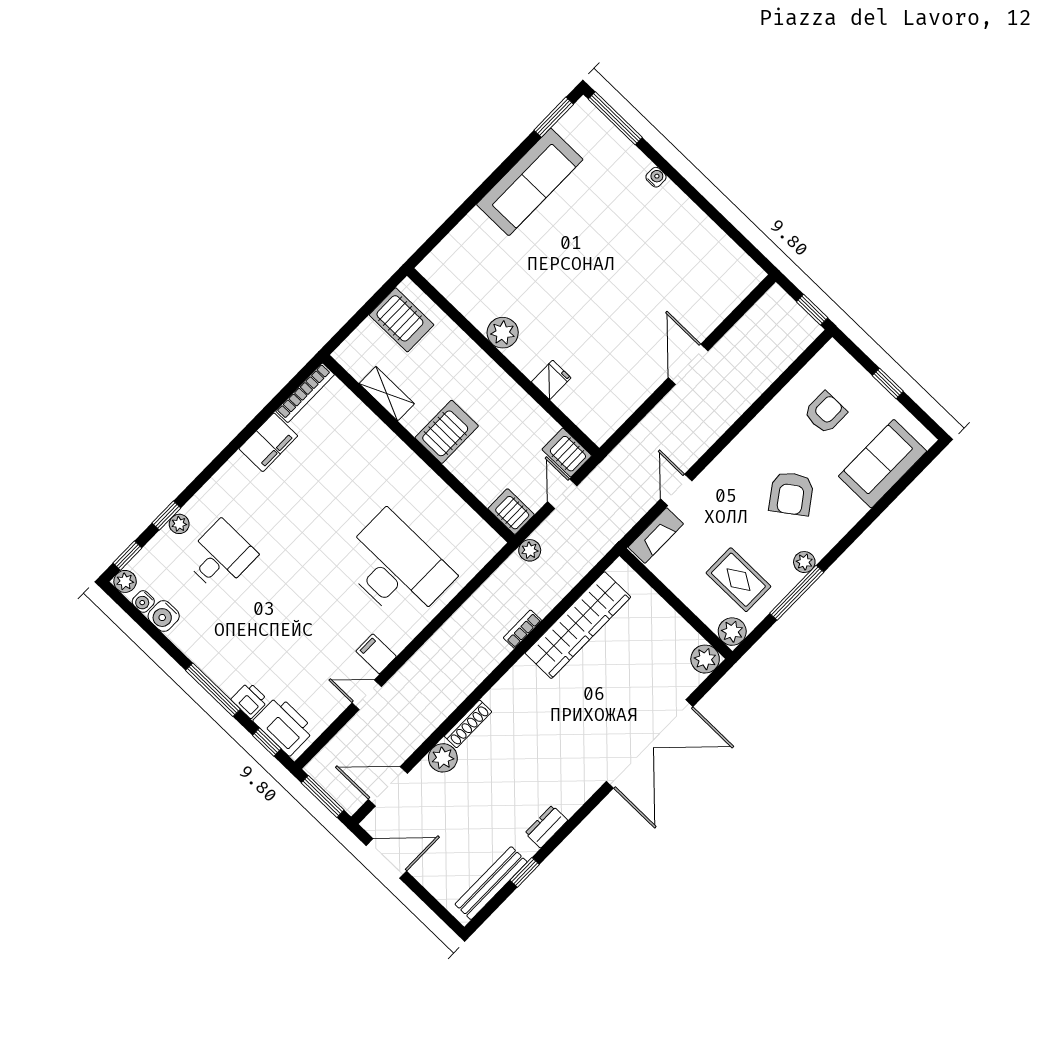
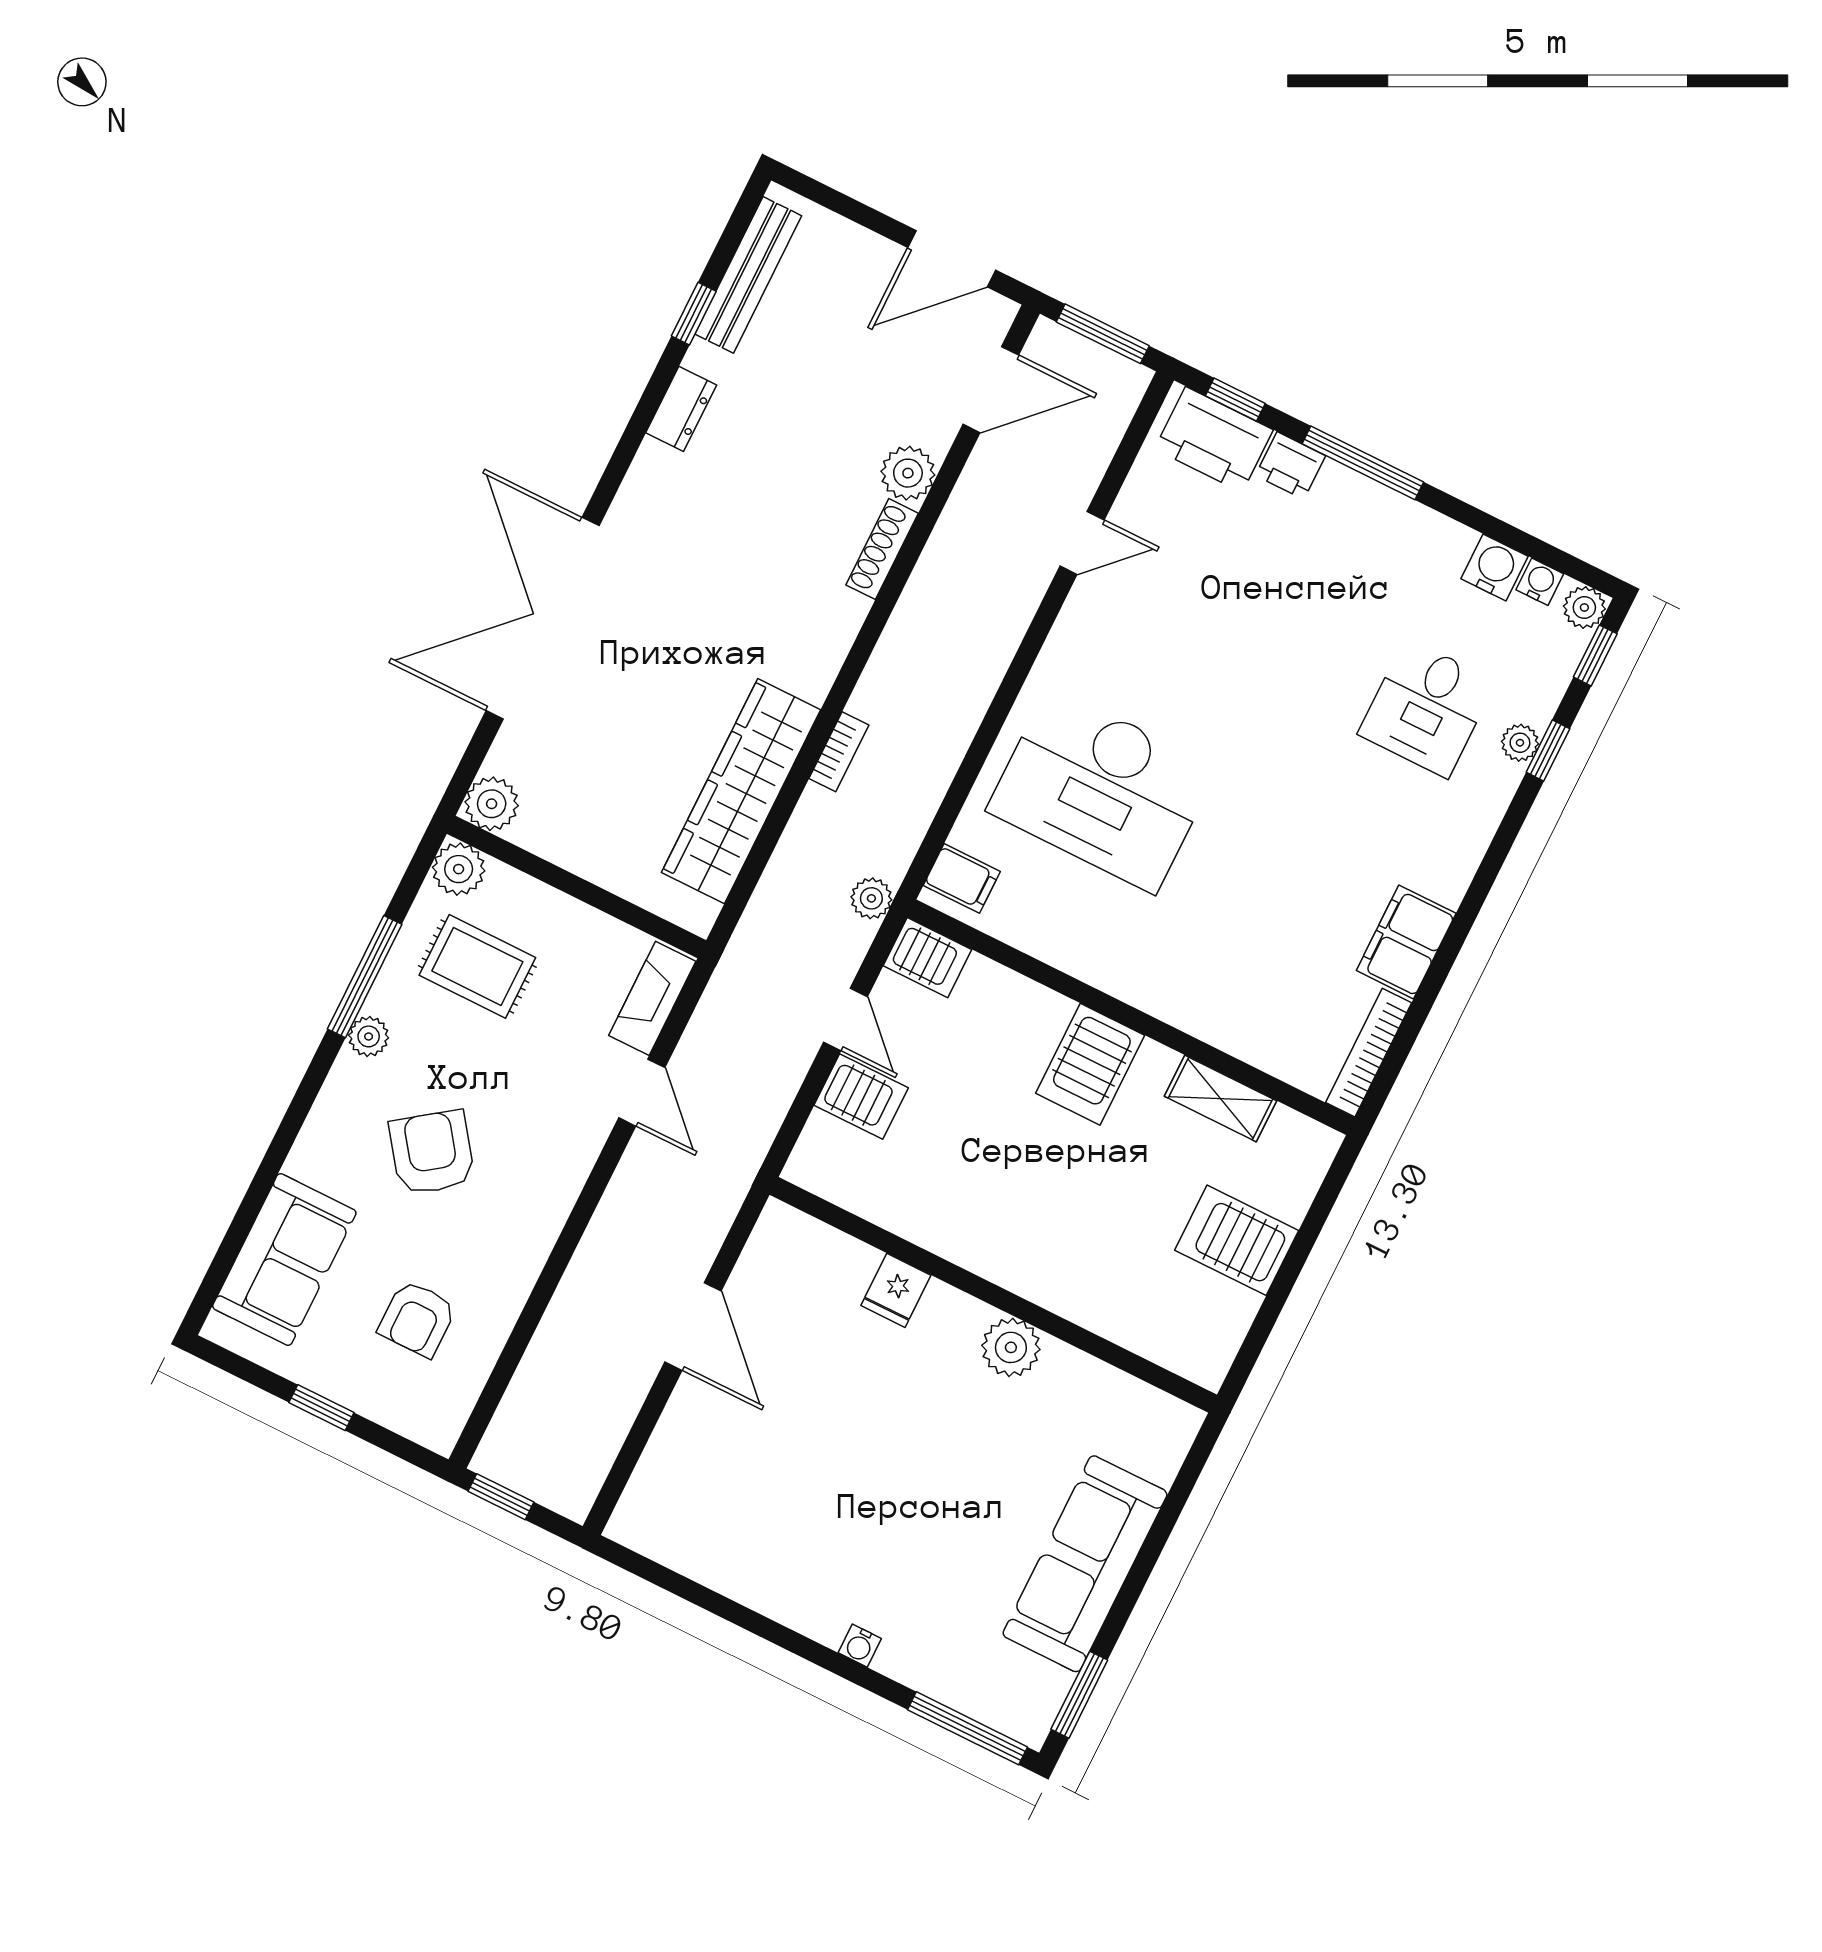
plant: (503, 333) -> (1011, 1347), moved
wall: (503, 362) -> (993, 1295), moved
fridge: (551, 380) -> (896, 1290), moved
filing cabinet: (376, 654) -> (962, 878), moved

